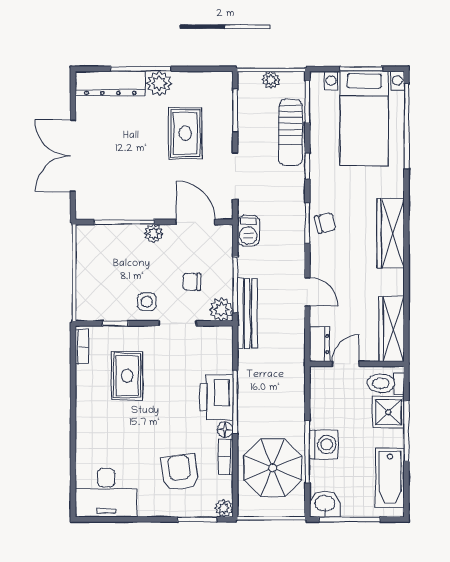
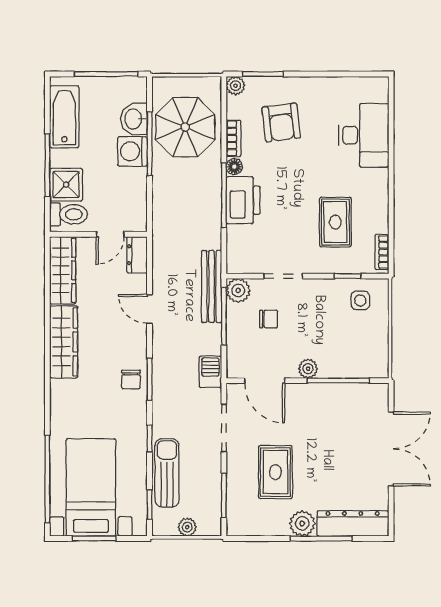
window: (307, 102) -> (150, 505), width x0.67
chair: (325, 223) -> (131, 380), turned -77
wardrobe: (391, 233) -> (64, 342), moved
side table: (147, 302) -> (360, 300), moved
desk: (106, 493) -> (364, 135), moved, turned 90
washbasin: (325, 504) -> (134, 119), moved, turned 90

